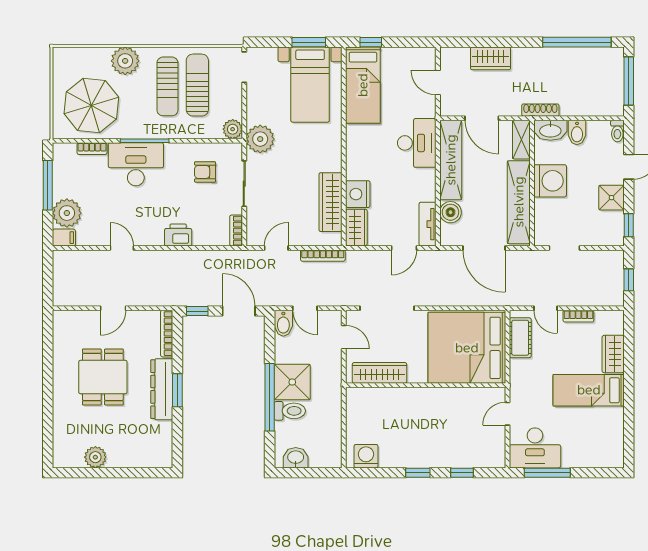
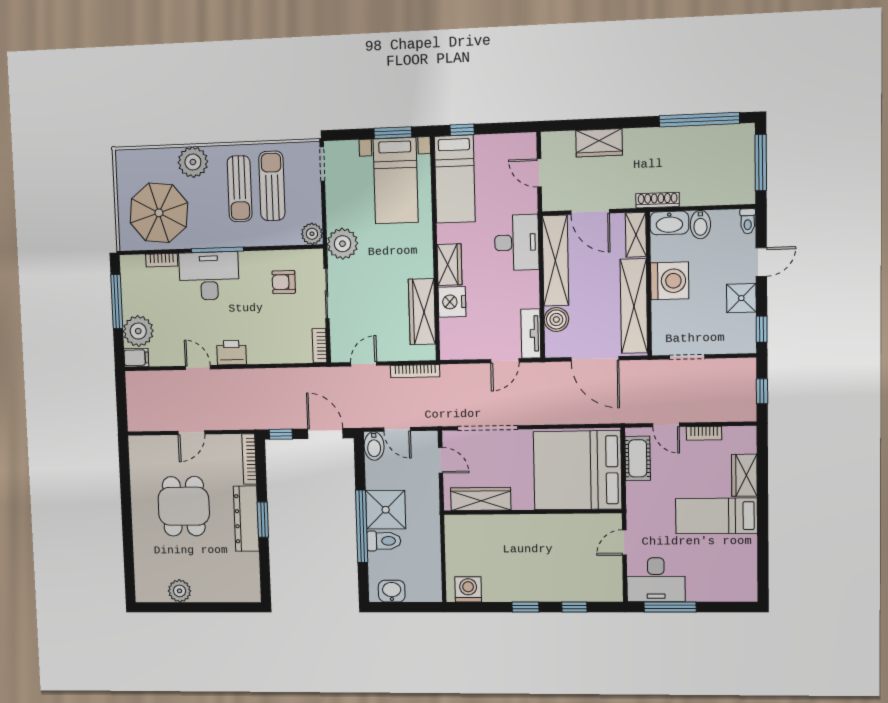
wardrobe: (356, 227) -> (449, 265), moved
printer: (178, 235) -> (231, 353), moved

